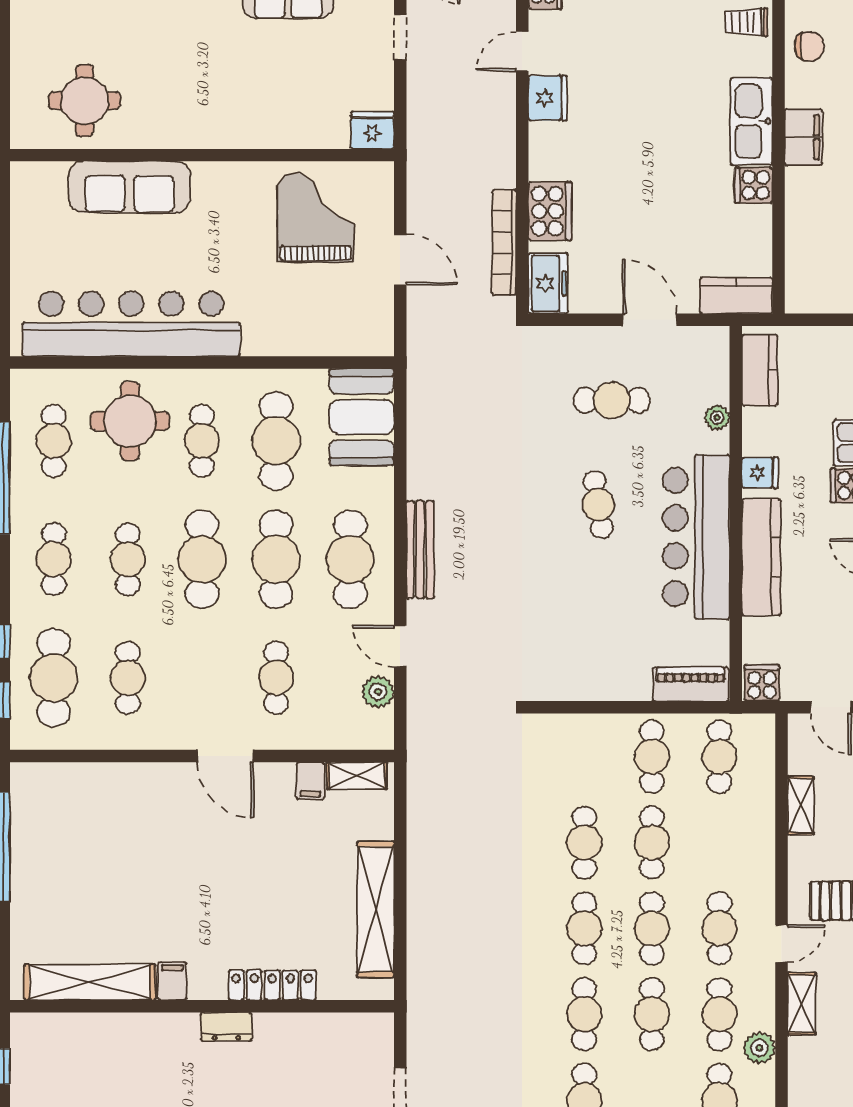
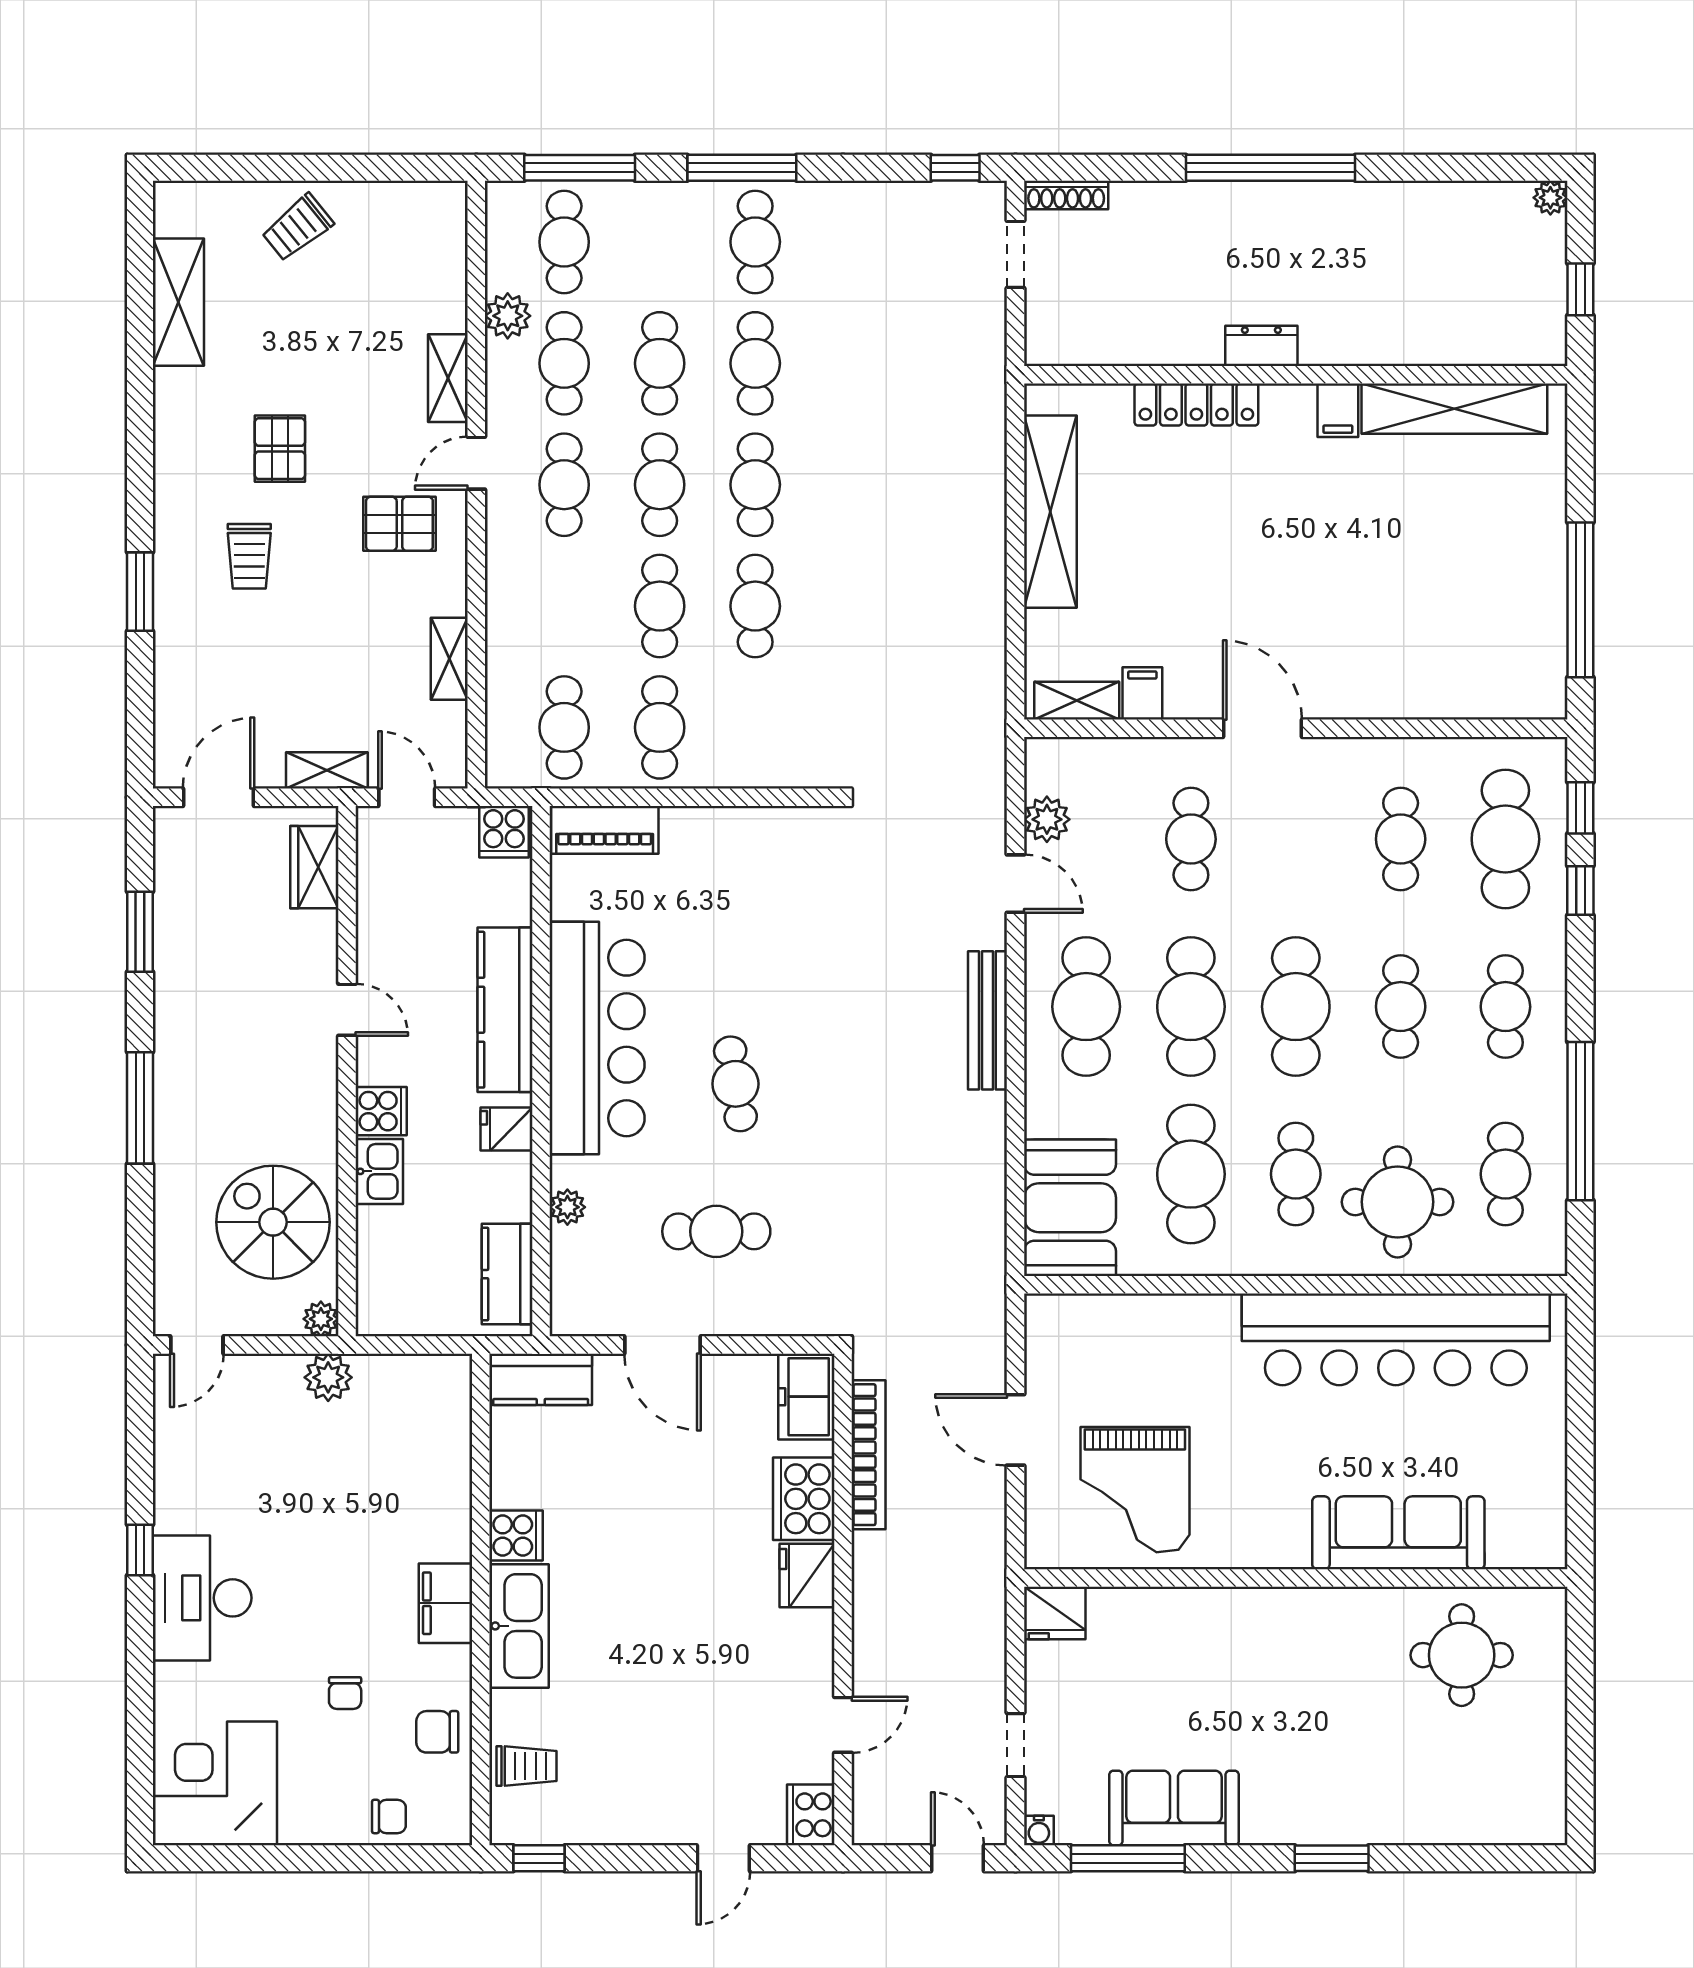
fridge: (548, 98) -> (807, 1576), moved

